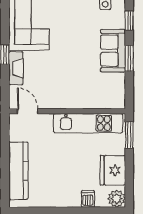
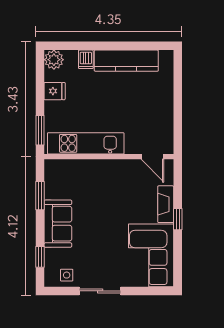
window: (129, 58) -> (40, 196), moved
fridge: (113, 170) -> (55, 91), width x0.53, depth x0.75
kitchen counter: (18, 171) -> (126, 61), moved, turned -90

